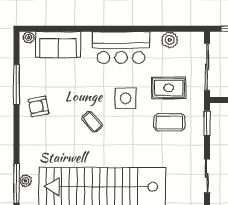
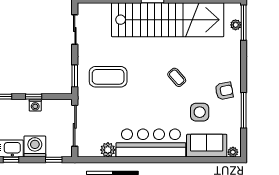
bar counter: (121, 48) -> (151, 143), width x1.36
rug: (169, 88) -> (109, 107), removed
side table: (126, 98) -> (200, 112), moved
coffee table: (169, 122) -> (108, 77), width x1.36, depth x1.32

